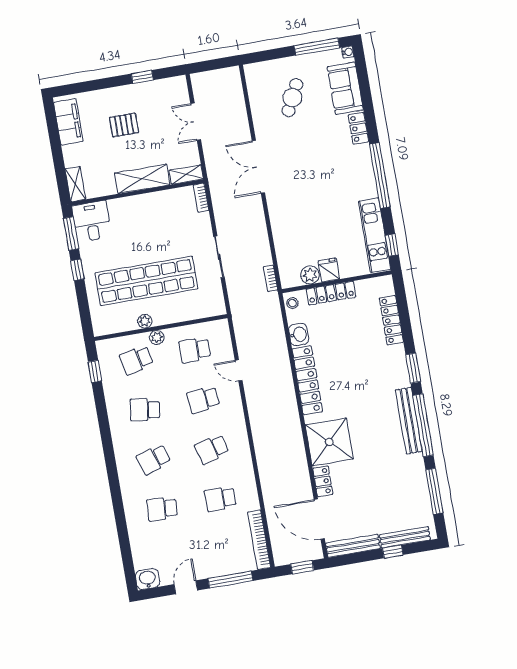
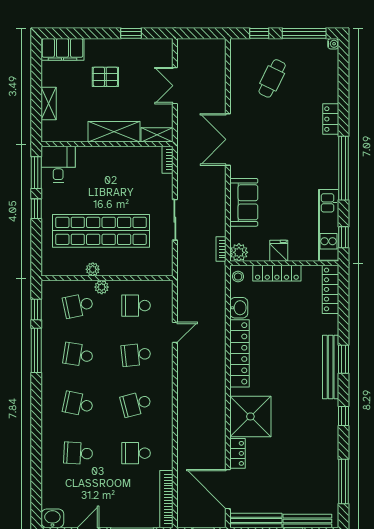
window: (272, 55) -> (259, 33), added
sofa: (345, 88) -> (244, 202), moved, turned 180
filing cabinet: (68, 122) -> (62, 49), moved, turned 90
shelving: (75, 184) -> (49, 104), moved
plant: (310, 275) -> (239, 252), moved
locker: (391, 320) -> (331, 289), moved
door: (239, 370) -> (175, 332), swing flipped
window: (102, 413) -> (36, 350), added
bench: (409, 421) -> (331, 367), moved
window: (423, 425) -> (343, 416), width x0.32
school desk: (154, 459) -> (78, 404), turned 30

